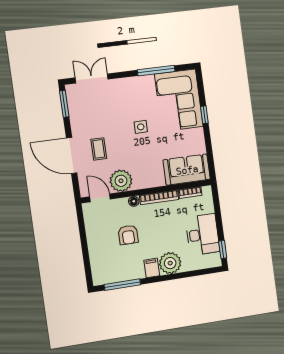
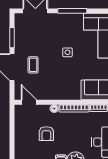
window: (156, 71) -> (72, 11), moved
window: (64, 104) -> (12, 38), moved
plant: (121, 181) -> (47, 91), removed

